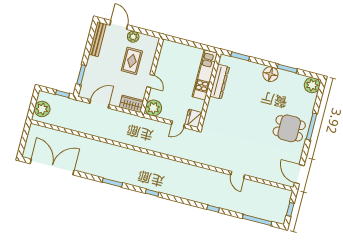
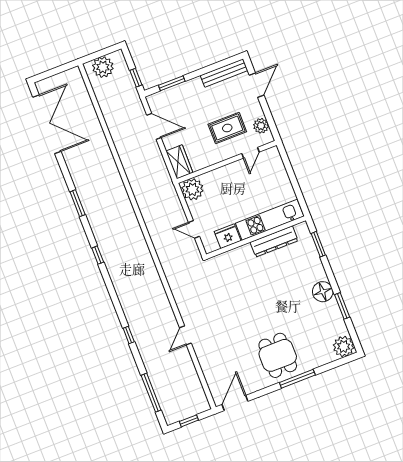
plant: (133, 37) -> (261, 126), moved
door: (150, 81) -> (251, 153), moved
fridge: (194, 118) -> (228, 236), moved

